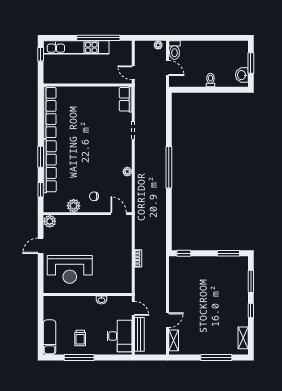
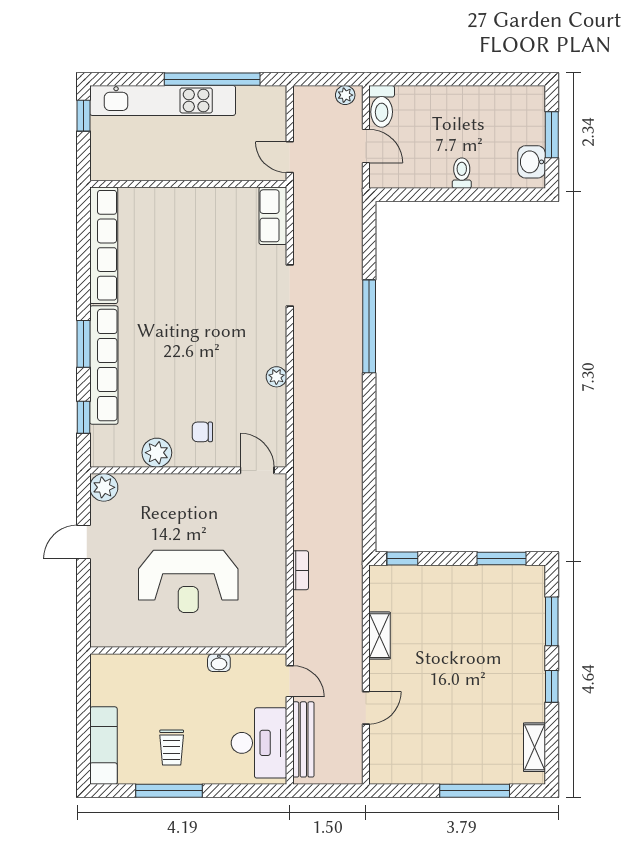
window: (169, 167) -> (369, 326), moved
reception desk: (70, 269) -> (188, 581), moved
shelving: (174, 340) -> (379, 636), moved

